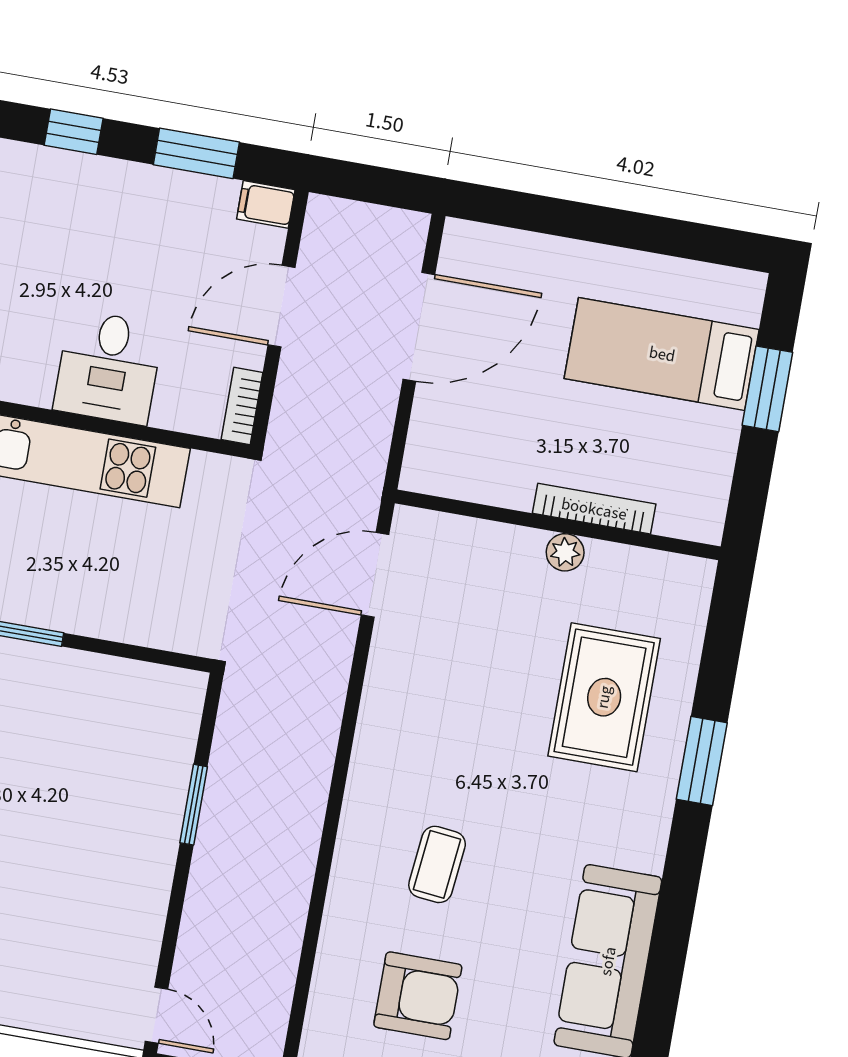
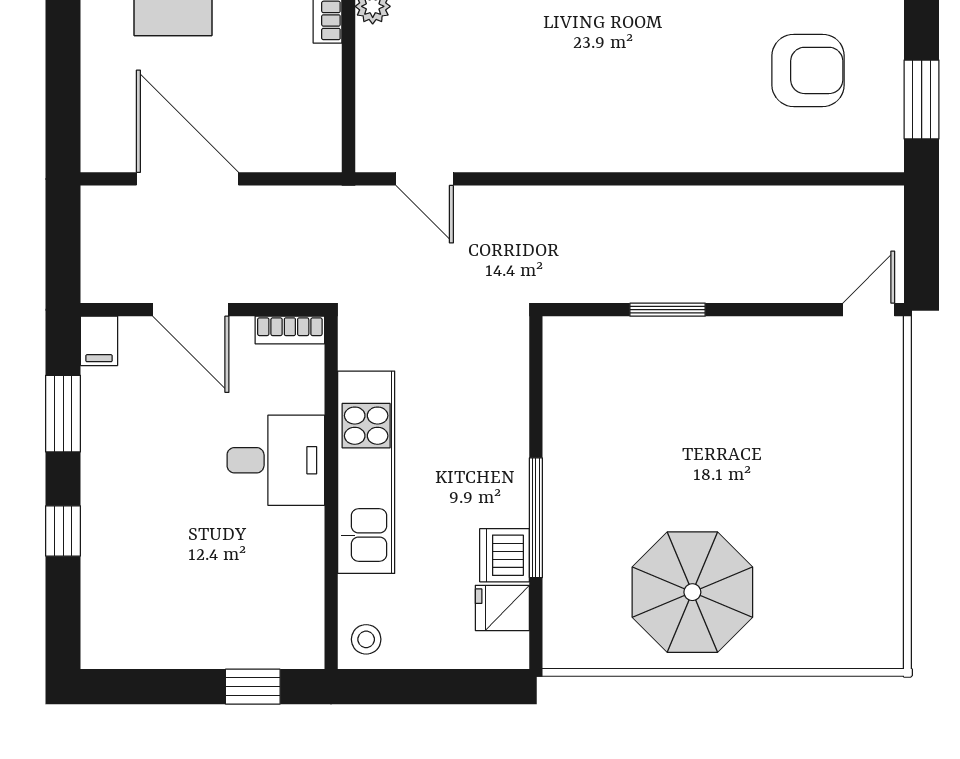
door: (375, 575) -> (425, 179), width x0.73
coffee table: (437, 864) -> (683, 74), removed
armchair: (418, 996) -> (808, 70), turned 90

